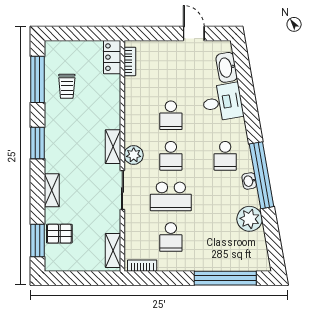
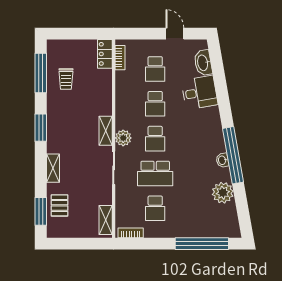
school desk: (225, 156) -> (155, 69), moved
pallet: (59, 234) -> (60, 205), turned 90

